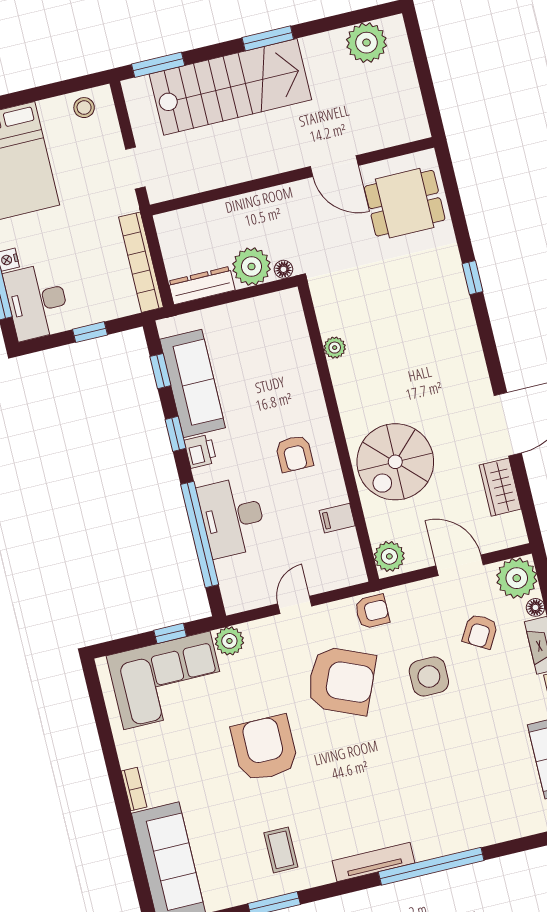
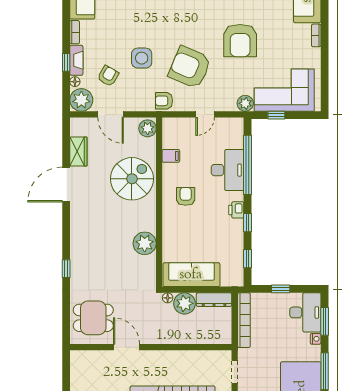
plant: (335, 348) -> (145, 243), width x1.88, depth x1.88
sofa: (193, 384) -> (191, 275), moved, turned 90

